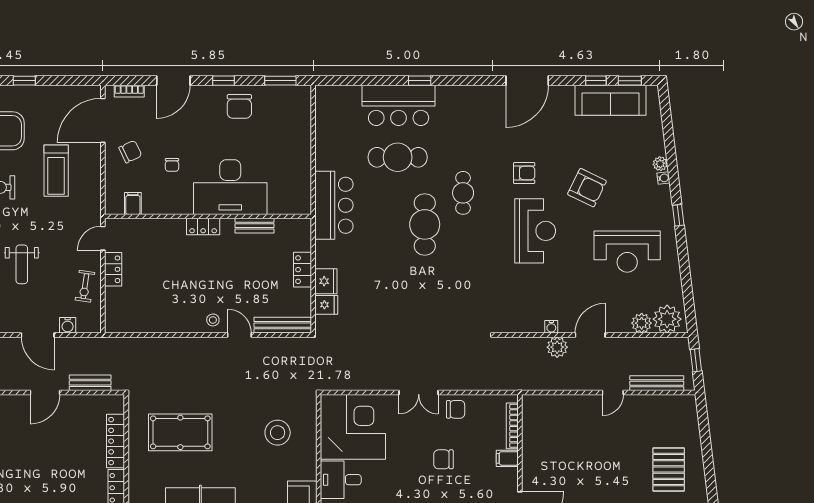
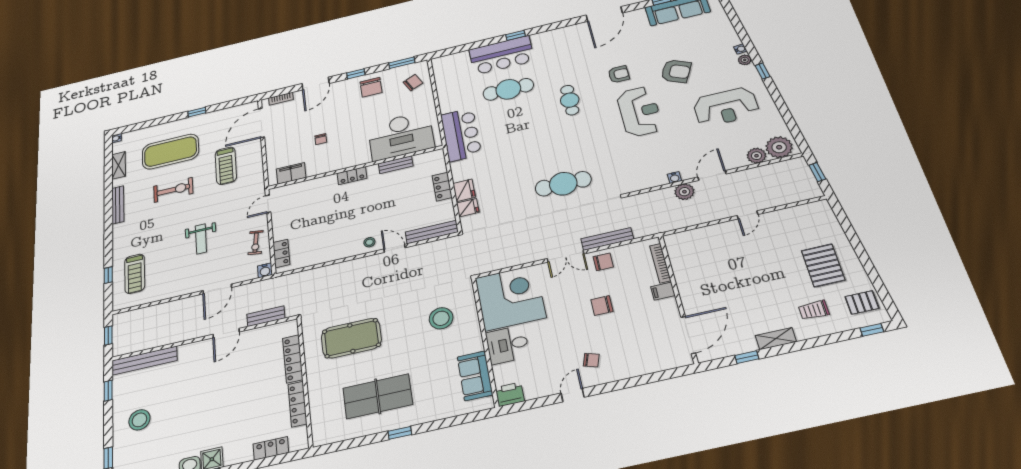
chair: (130, 152) -> (413, 83), moved
plant: (660, 164) -> (745, 60), moved
desk: (230, 187) -> (401, 136), moved
filing cabinet: (133, 203) -> (291, 173), width x2.00
cafe table: (425, 224) -> (563, 184), moved, turned 90
locker: (113, 269) -> (281, 253), moved
water cooler: (68, 325) -> (265, 270), moved
door: (38, 335) -> (217, 289), hinge flipped
bench: (657, 383) -> (607, 239), moved

